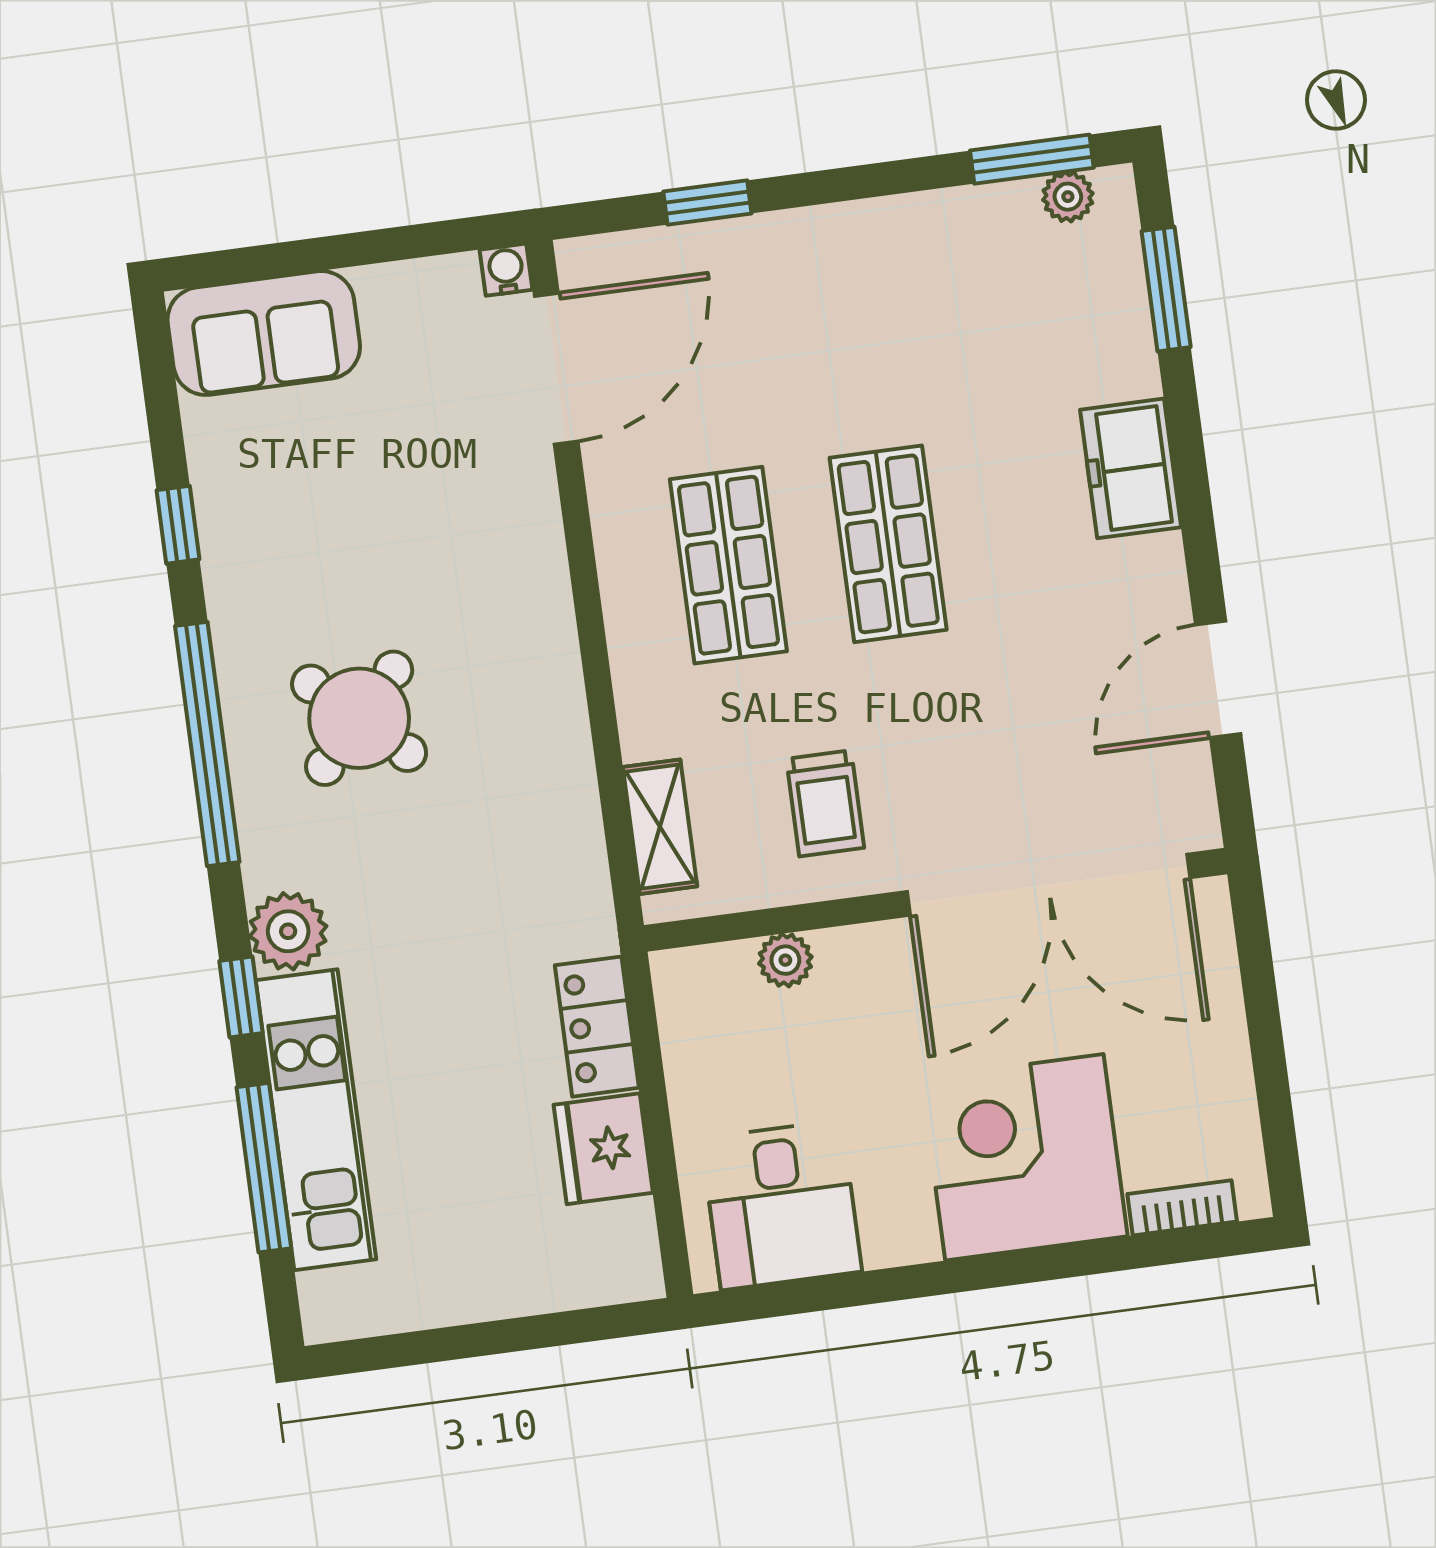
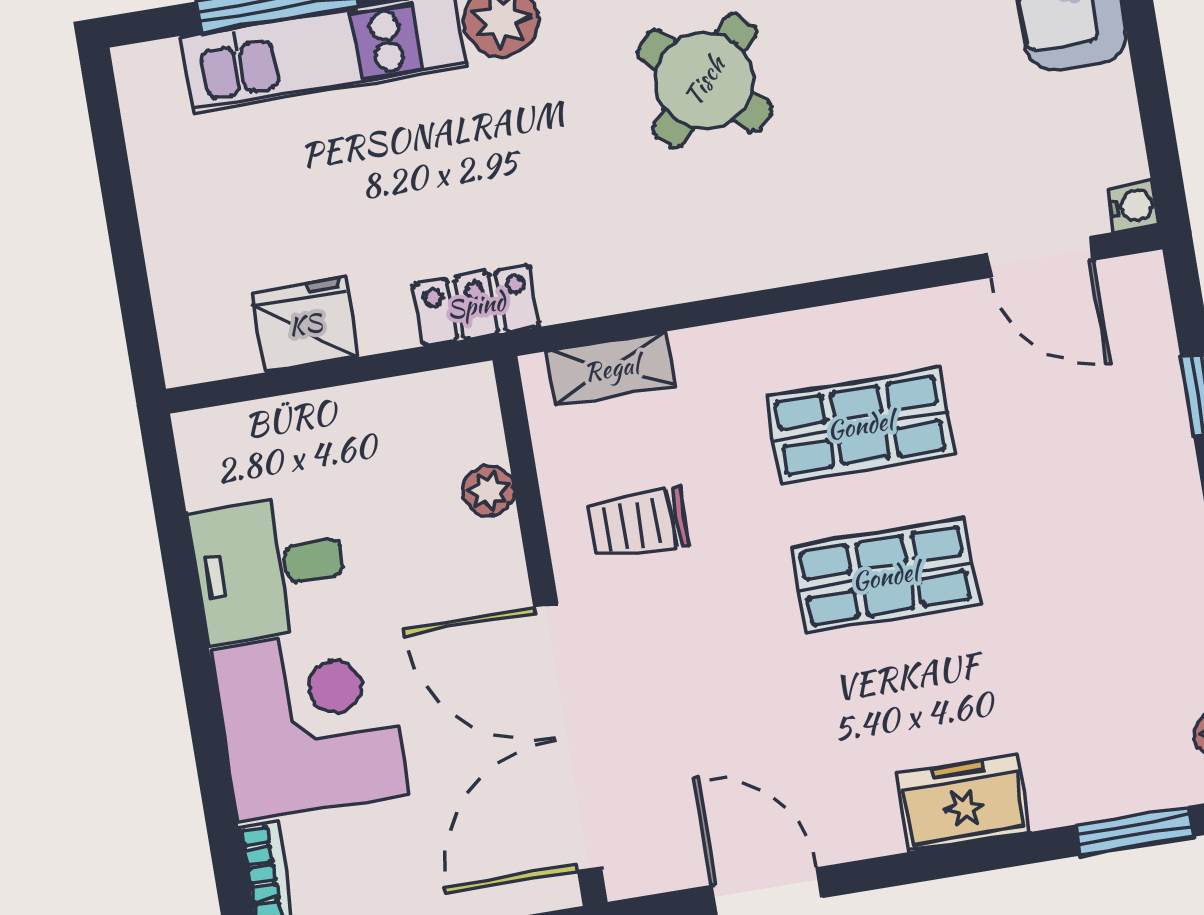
door: (556, 369) -> (1041, 257), width x0.73
locker: (597, 1027) -> (476, 305), moved
desk: (781, 1205) -> (269, 568), moved

